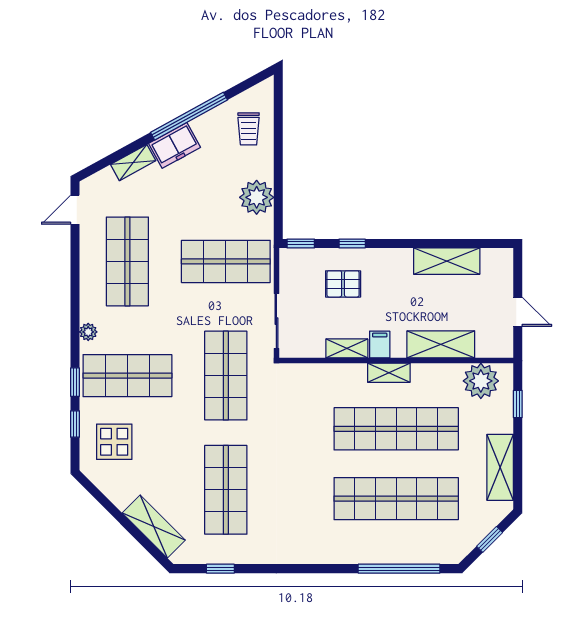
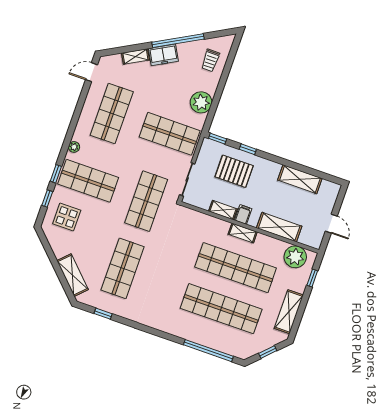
pallet: (343, 284) -> (234, 171), width x1.50, depth x1.42

